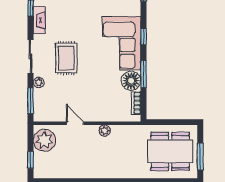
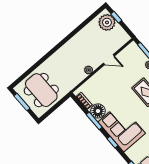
plant: (44, 140) -> (107, 22), moved
dining table: (170, 151) -> (41, 90), turned 90

